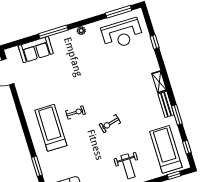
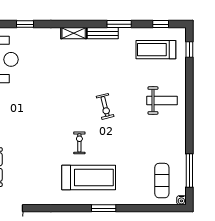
treadmill: (51, 128) -> (89, 178), turned 180
treadmill: (166, 149) -> (156, 50), width x0.73, depth x0.73
window: (37, 166) -> (104, 208), moved

